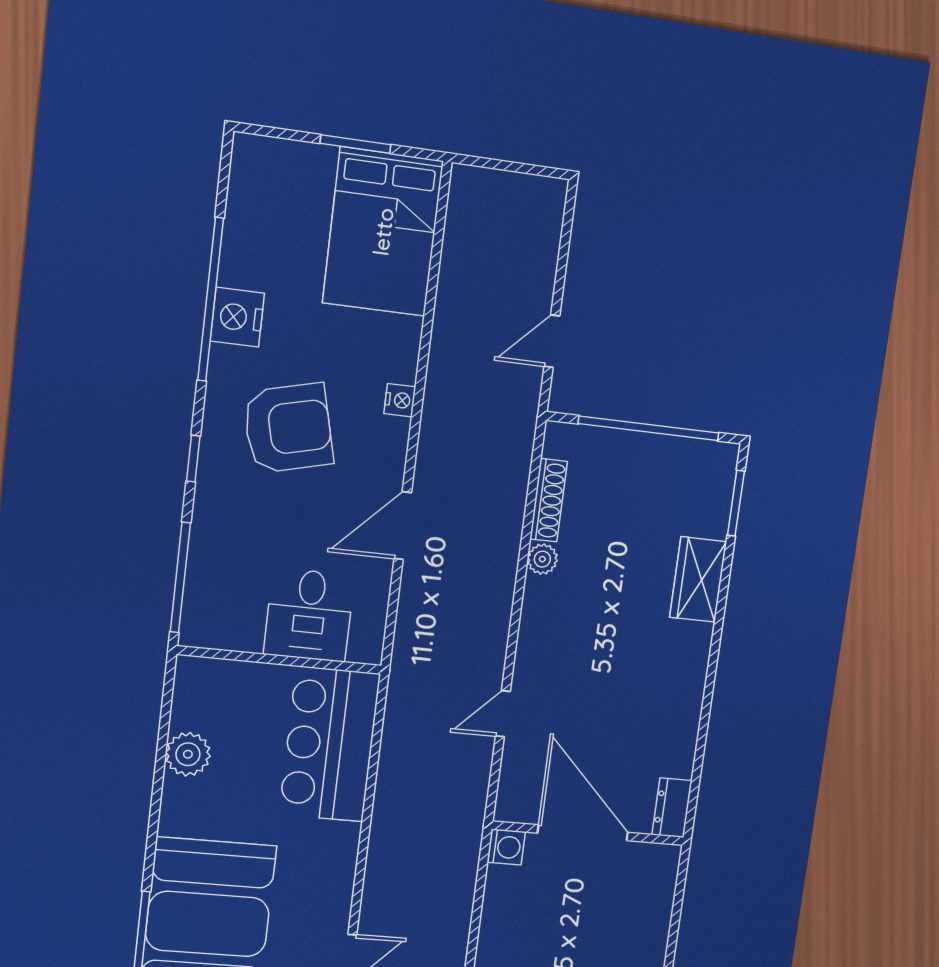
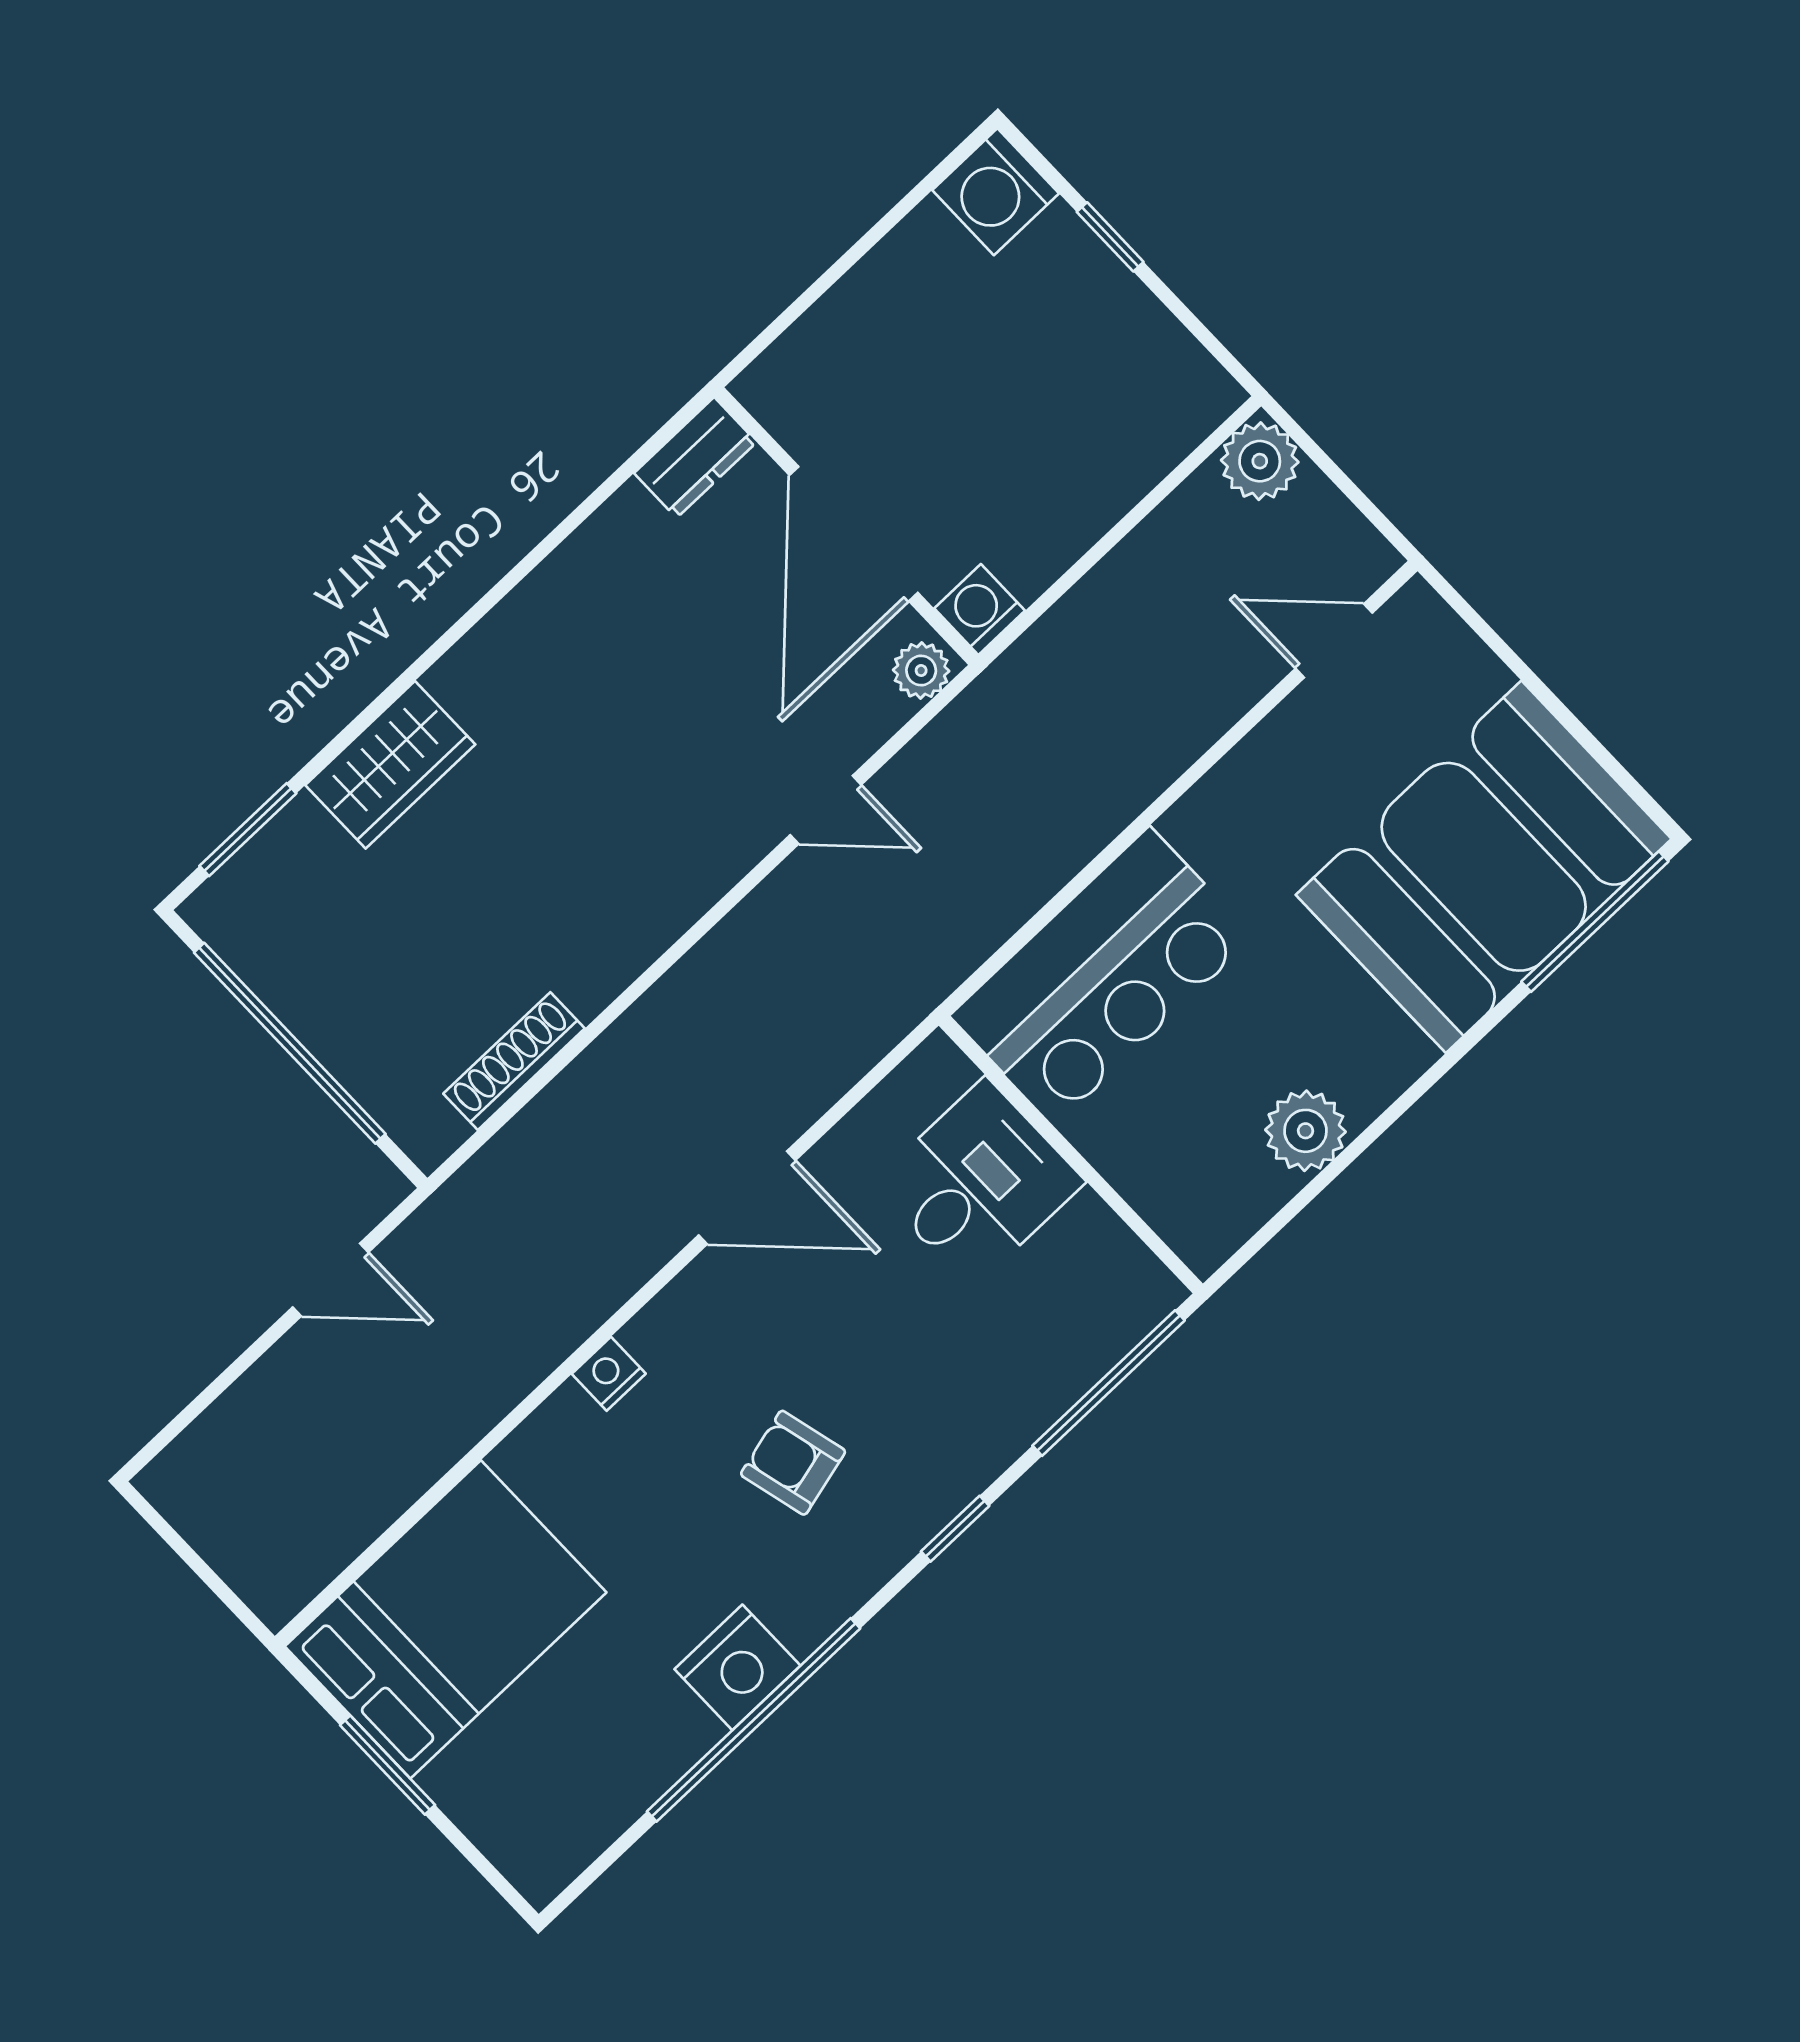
armchair: (288, 428) -> (793, 1463), width x0.53, depth x0.53
plant: (542, 559) -> (921, 671), moved

